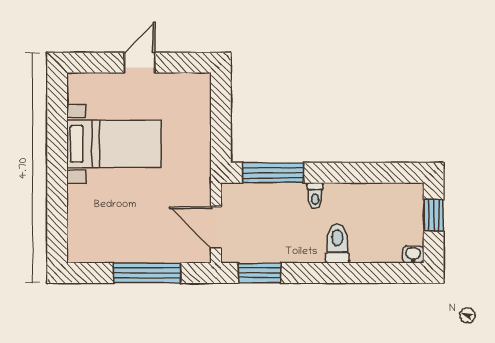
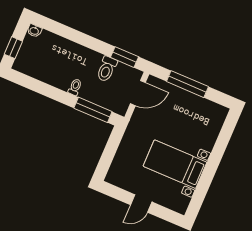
door: (216, 227) -> (138, 93), hinge flipped
toilet: (337, 243) -> (107, 69), moved

